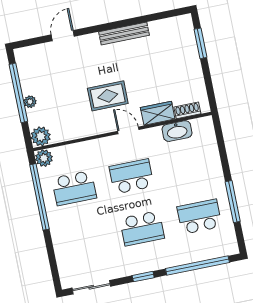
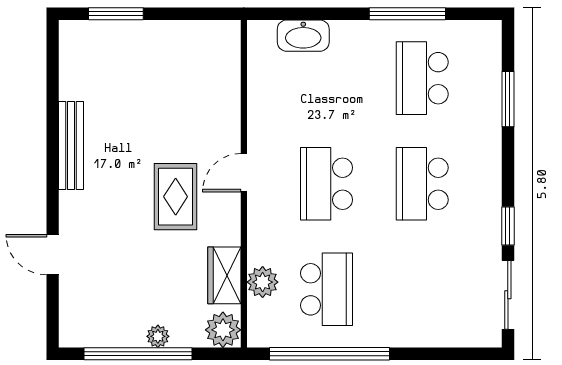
shoe rack: (187, 110) -> (230, 61), removed
wardrobe: (158, 113) -> (224, 275), moved
washbasin: (177, 131) -> (303, 36), moved, turned 90
plant: (44, 158) -> (263, 282), moved
school desk: (142, 228) -> (422, 184), turned 180
window: (197, 266) -> (508, 99), width x0.47
window: (143, 277) -> (508, 226), moved

